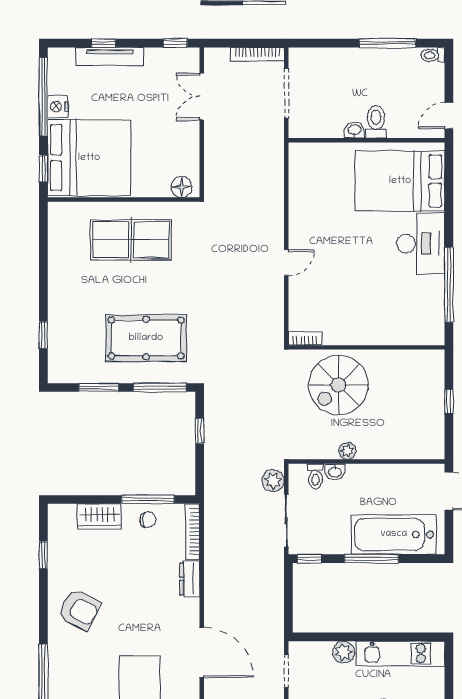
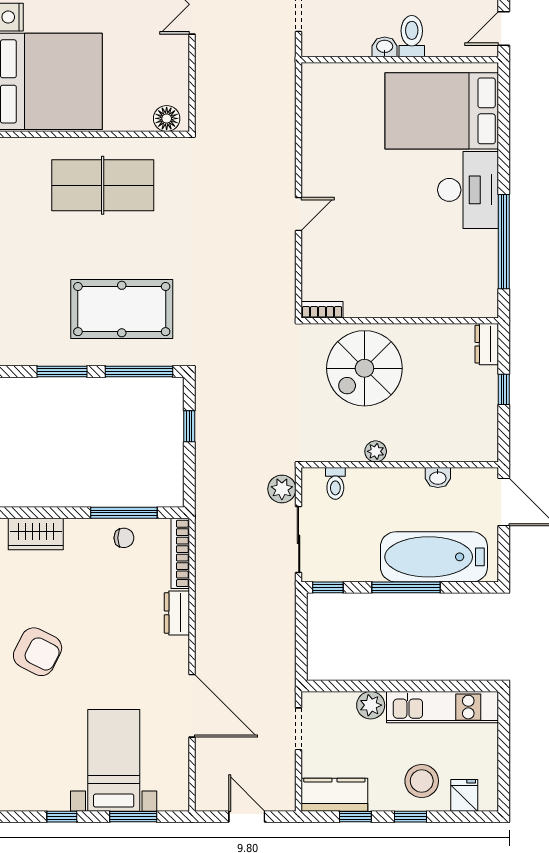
dresser: (436, 366) -> (487, 344), added
washbasin: (335, 472) -> (438, 478), moved
wardrobe: (99, 516) -> (36, 534), moved

